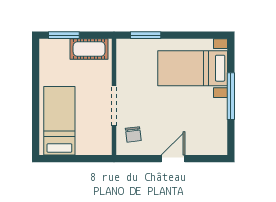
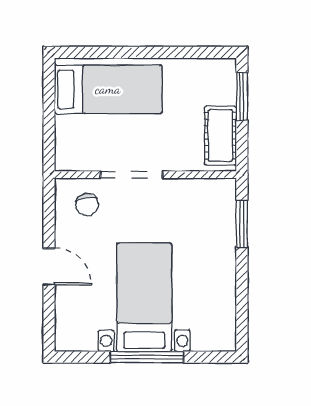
bed with nightstands: (193, 68) -> (144, 297), moved
chair: (133, 134) -> (87, 205), turned -93

